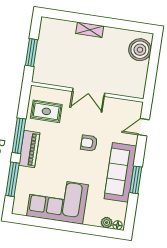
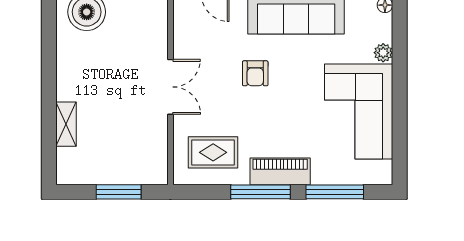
shelving: (90, 30) -> (66, 124), moved
rug: (46, 111) -> (213, 152), turned 90
plant: (107, 223) -> (383, 53), moved

